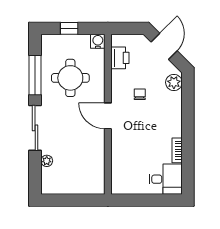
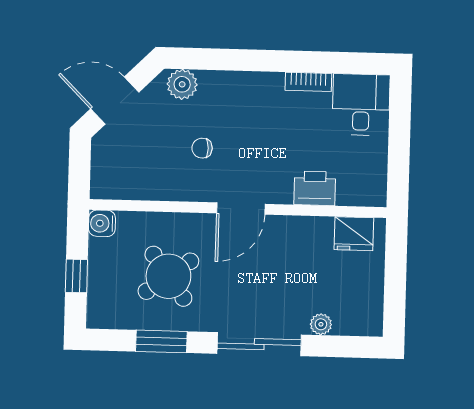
printer: (120, 58) -> (315, 188), moved
window: (35, 75) -> (161, 341), width x0.69
round table: (70, 78) -> (168, 276), turned -36
fridge: (96, 177) -> (354, 234), added

